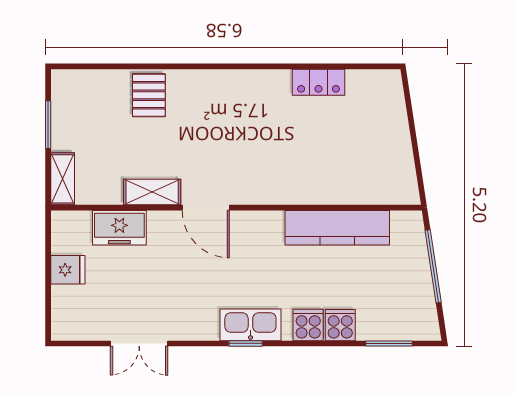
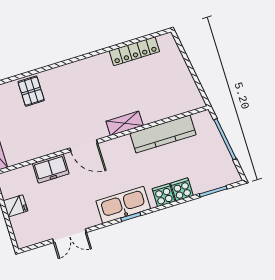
locker: (318, 82) -> (134, 51), width x1.53
shelving: (152, 192) -> (125, 123), moved
freezer: (119, 228) -> (51, 169), moved
kitchen sink: (250, 325) -> (123, 205), width x1.36, depth x1.24

